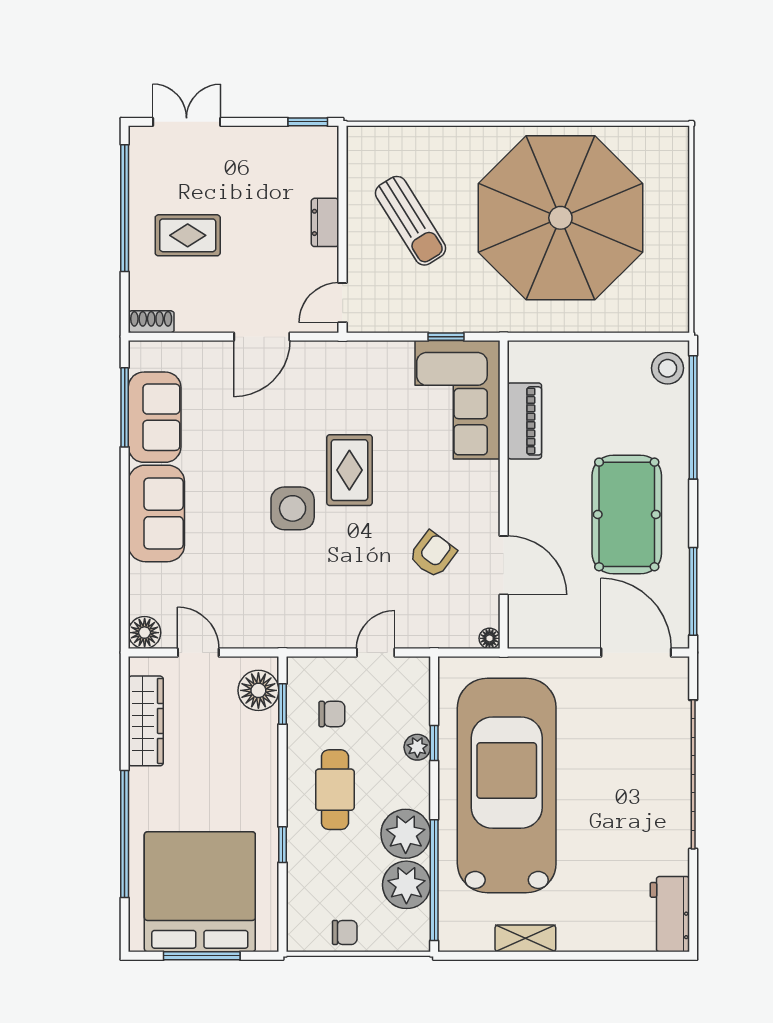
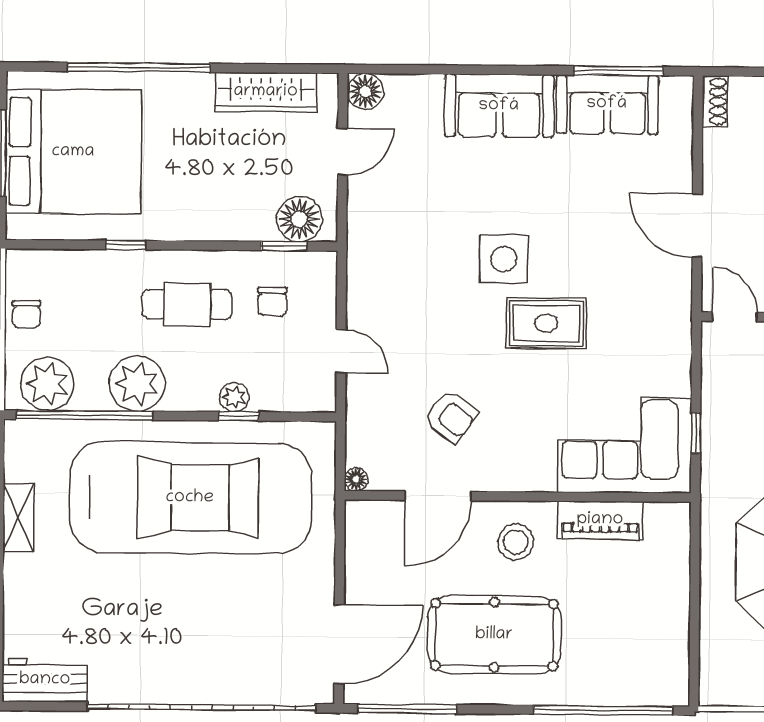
stool: (668, 368) -> (516, 542), moved
garage door: (693, 774) -> (202, 707), width x1.36
plant: (406, 885) -> (47, 384), moved

